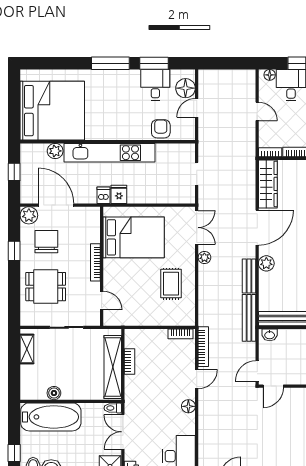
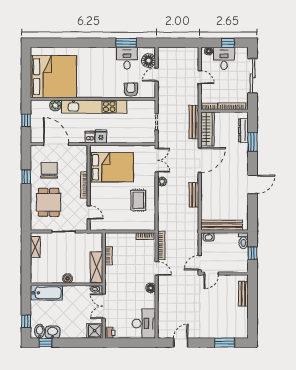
window: (110, 63) -> (95, 43), removed
plant: (29, 215) -> (37, 151), removed
plant: (266, 263) -> (206, 186), removed
dining table: (46, 287) -> (49, 202), turned 90
bench: (249, 318) -> (194, 122), moved
shelving: (113, 367) -> (96, 267), width x0.68
door: (197, 379) -> (157, 268), hinge flipped
boiler: (54, 393) -> (68, 278), moved
bathtub: (51, 417) -> (47, 293), width x0.73, depth x0.73

